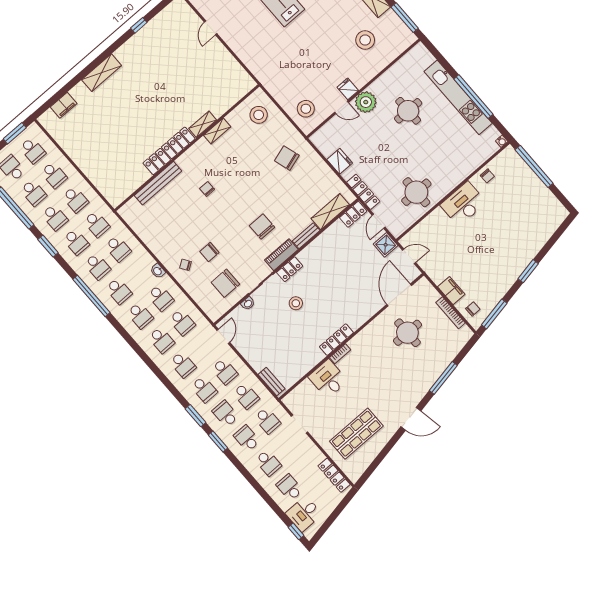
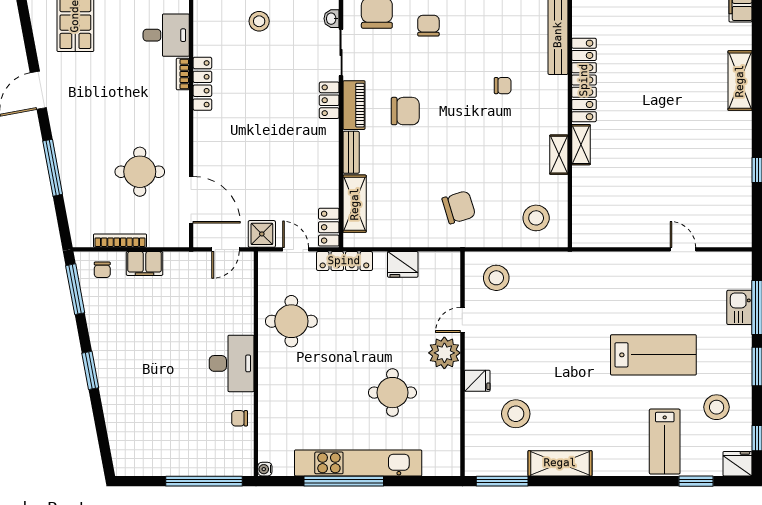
fridge: (348, 89) -> (477, 381), moved
stool: (296, 303) -> (259, 21), moved

